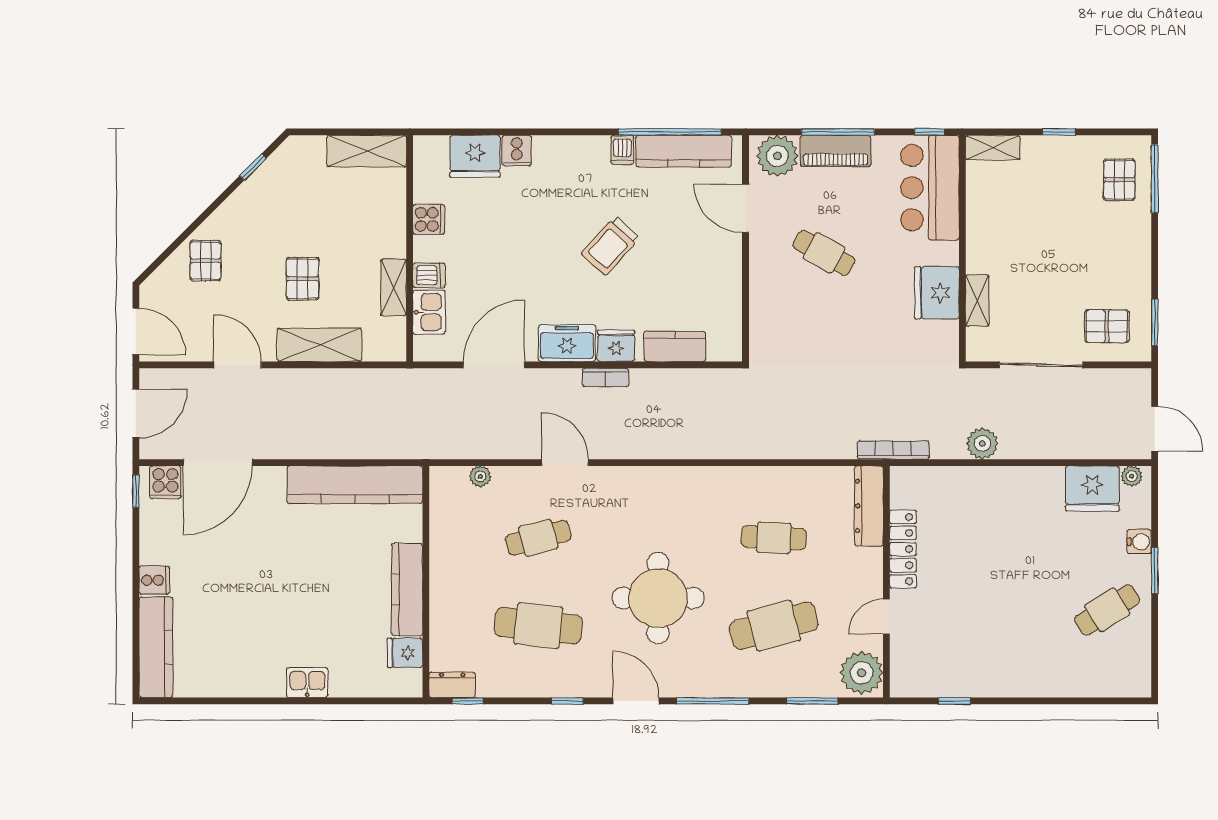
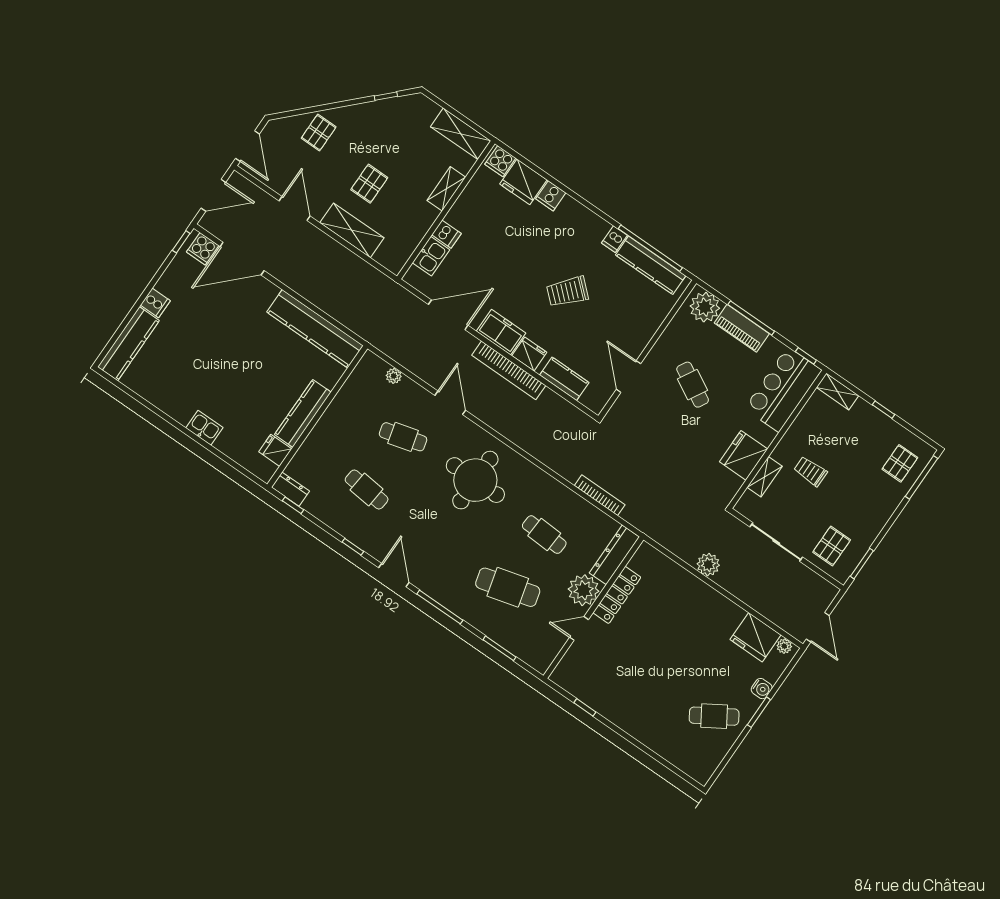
door: (746, 208) -> (628, 377), moved
cooker: (429, 219) -> (500, 161), moved, turned 90
trolley: (1025, 259) -> (810, 471), added
shelving: (393, 287) -> (446, 189), moved
pallet: (1107, 326) -> (832, 546), turned 90
bookcase: (605, 377) -> (509, 370), width x2.31, depth x1.31
bookcase: (893, 450) -> (600, 495), moved
round table: (658, 598) -> (475, 480), moved
cafe table: (538, 626) -> (367, 489), width x0.73, depth x0.74
plant: (862, 673) -> (584, 590), moved

